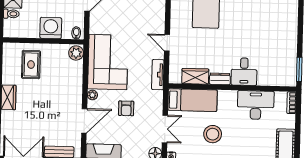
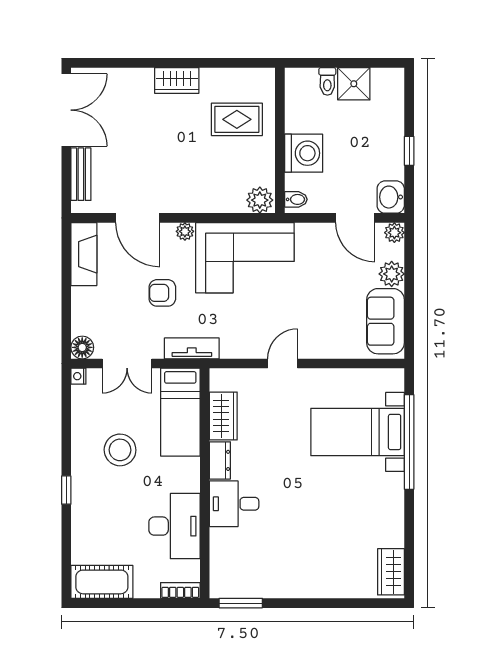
tv unit: (158, 75) -> (192, 348), moved

